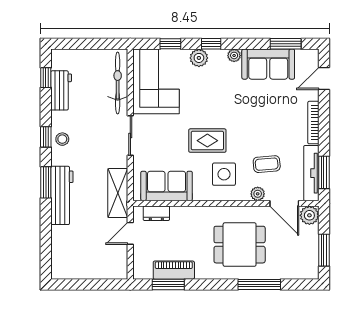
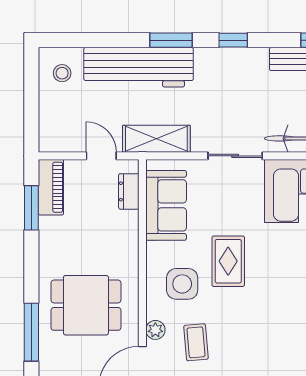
stool: (62, 139) -> (62, 73), moved
workbench: (62, 195) -> (139, 67), width x1.36, depth x1.32
dining table: (240, 245) -> (86, 305), turned 90
piano: (174, 270) -> (51, 187), moved

